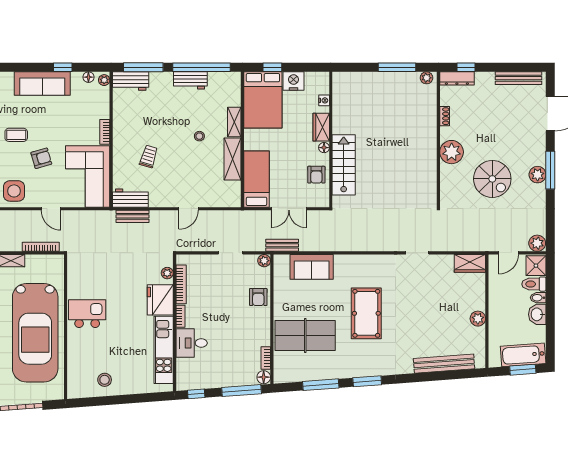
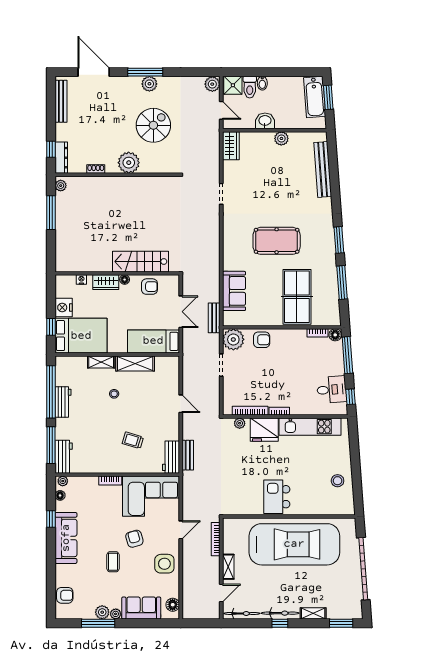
plant: (264, 261) -> (233, 339), width x1.87, depth x1.87
washbasin: (537, 314) -> (265, 121), moved, turned 180
desk: (192, 343) -> (332, 390), moved, turned -94

